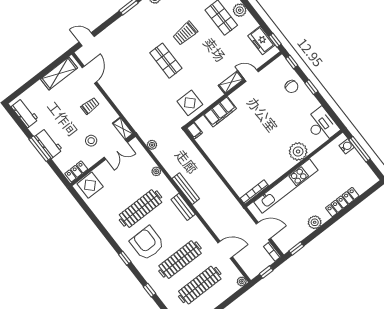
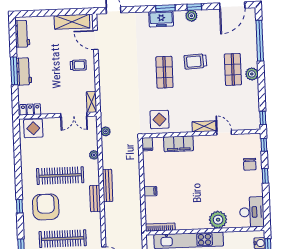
freezer: (261, 40) -> (161, 19), moved, turned -90
door: (89, 75) -> (95, 40), swing flipped
stool: (91, 141) -> (59, 93), removed
filing cabinet: (225, 168) -> (150, 191), added

